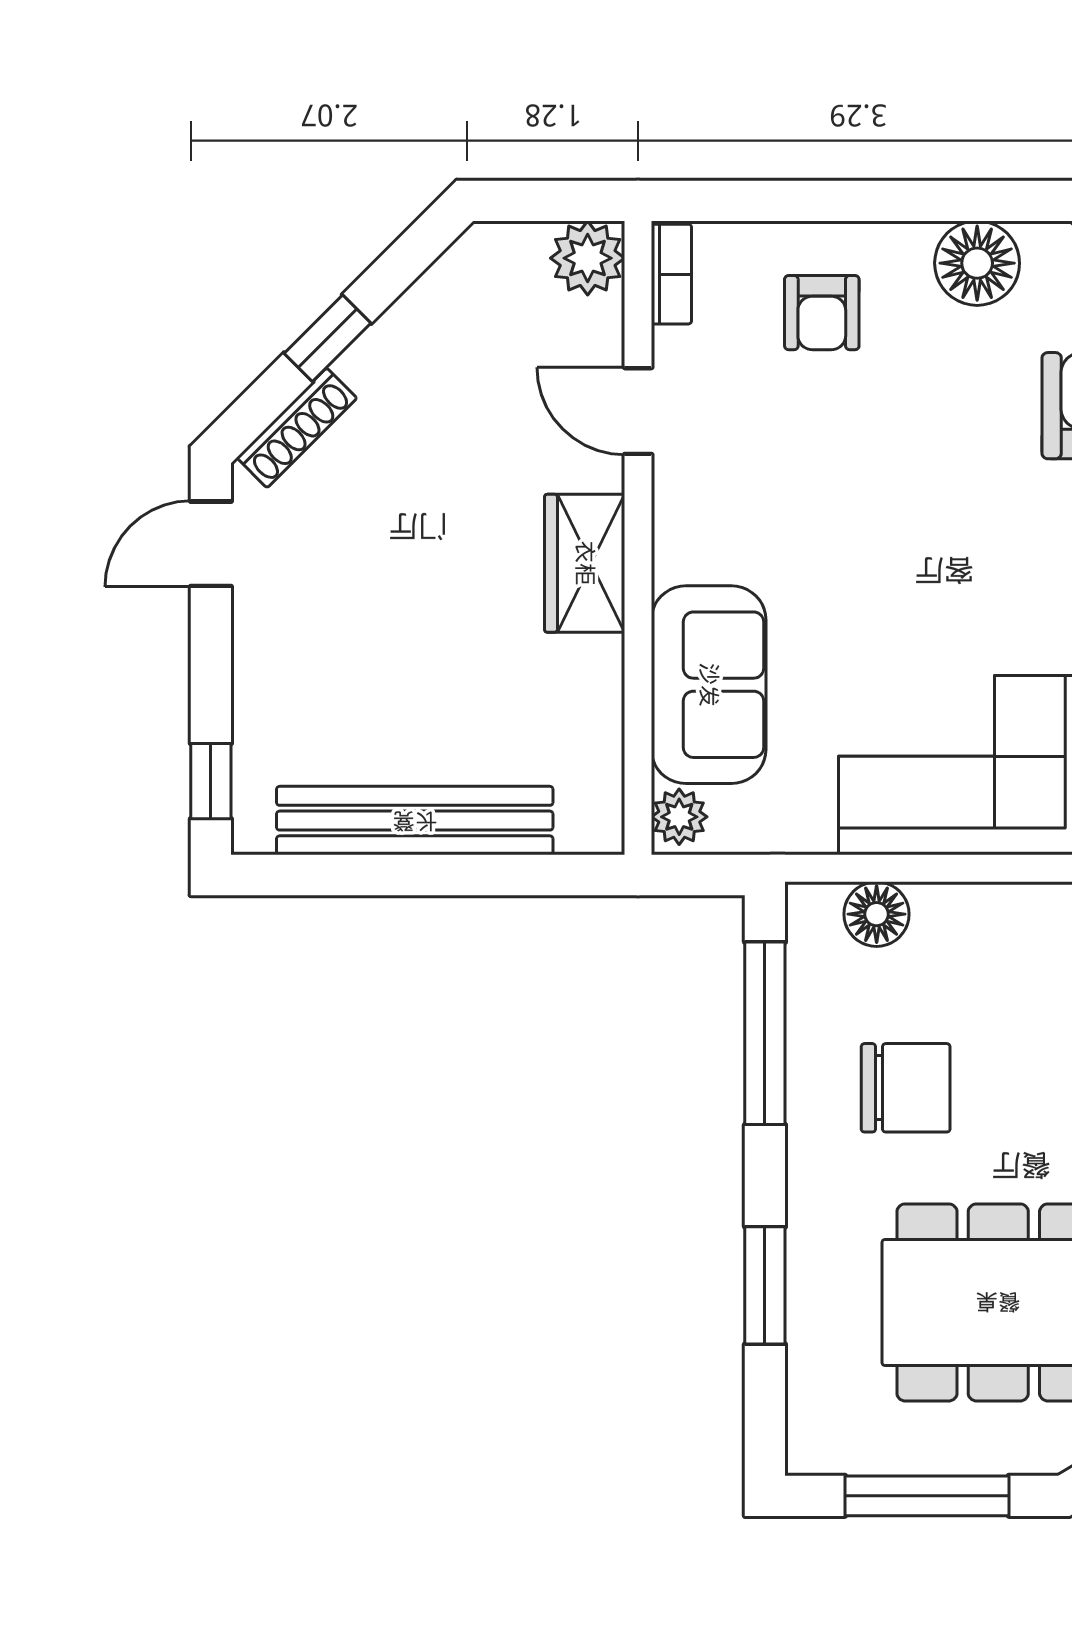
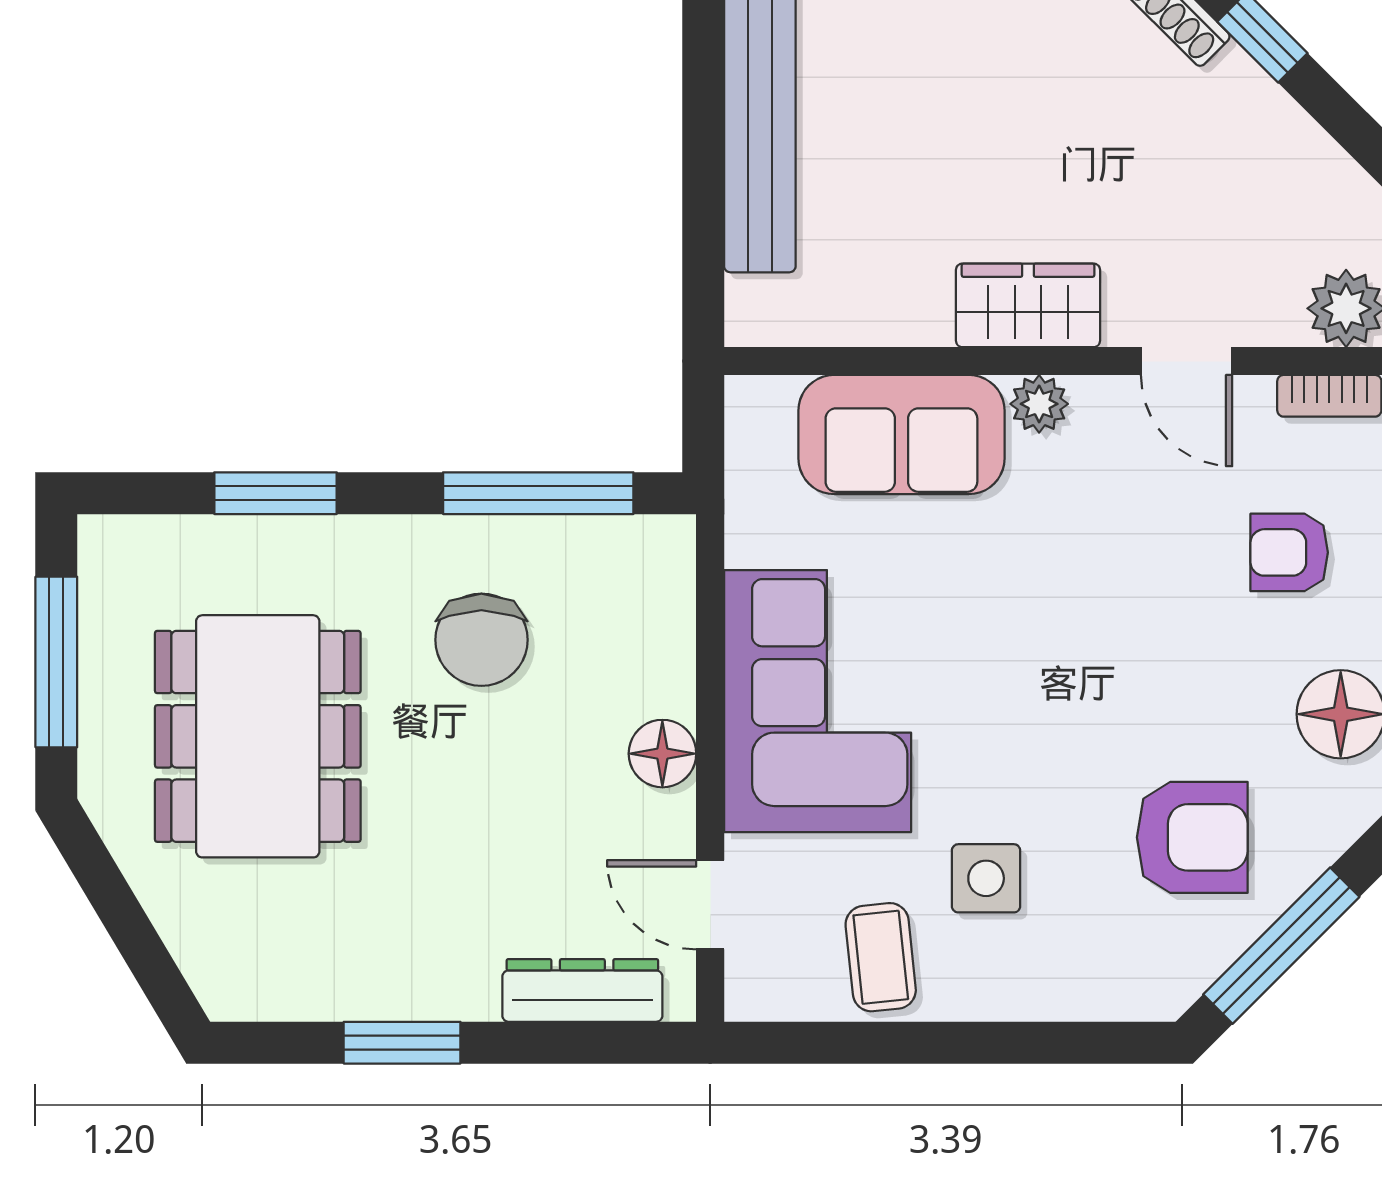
door: (638, 411) -> (1187, 361), swing flipped
plant: (679, 817) -> (1039, 404), moved
floor lamp: (877, 914) -> (662, 754), moved

